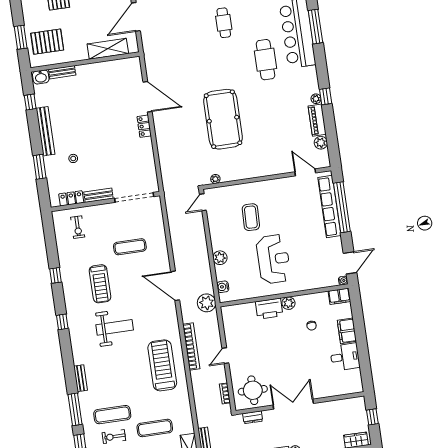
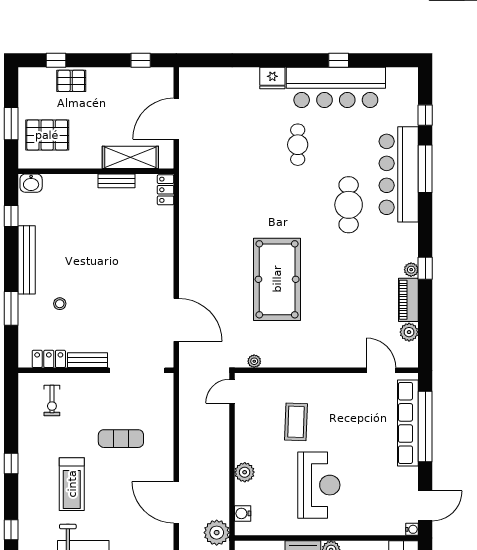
bench: (62, 72) -> (117, 181), moved
door: (148, 97) -> (176, 320), moved
locker: (144, 126) -> (166, 190), moved

